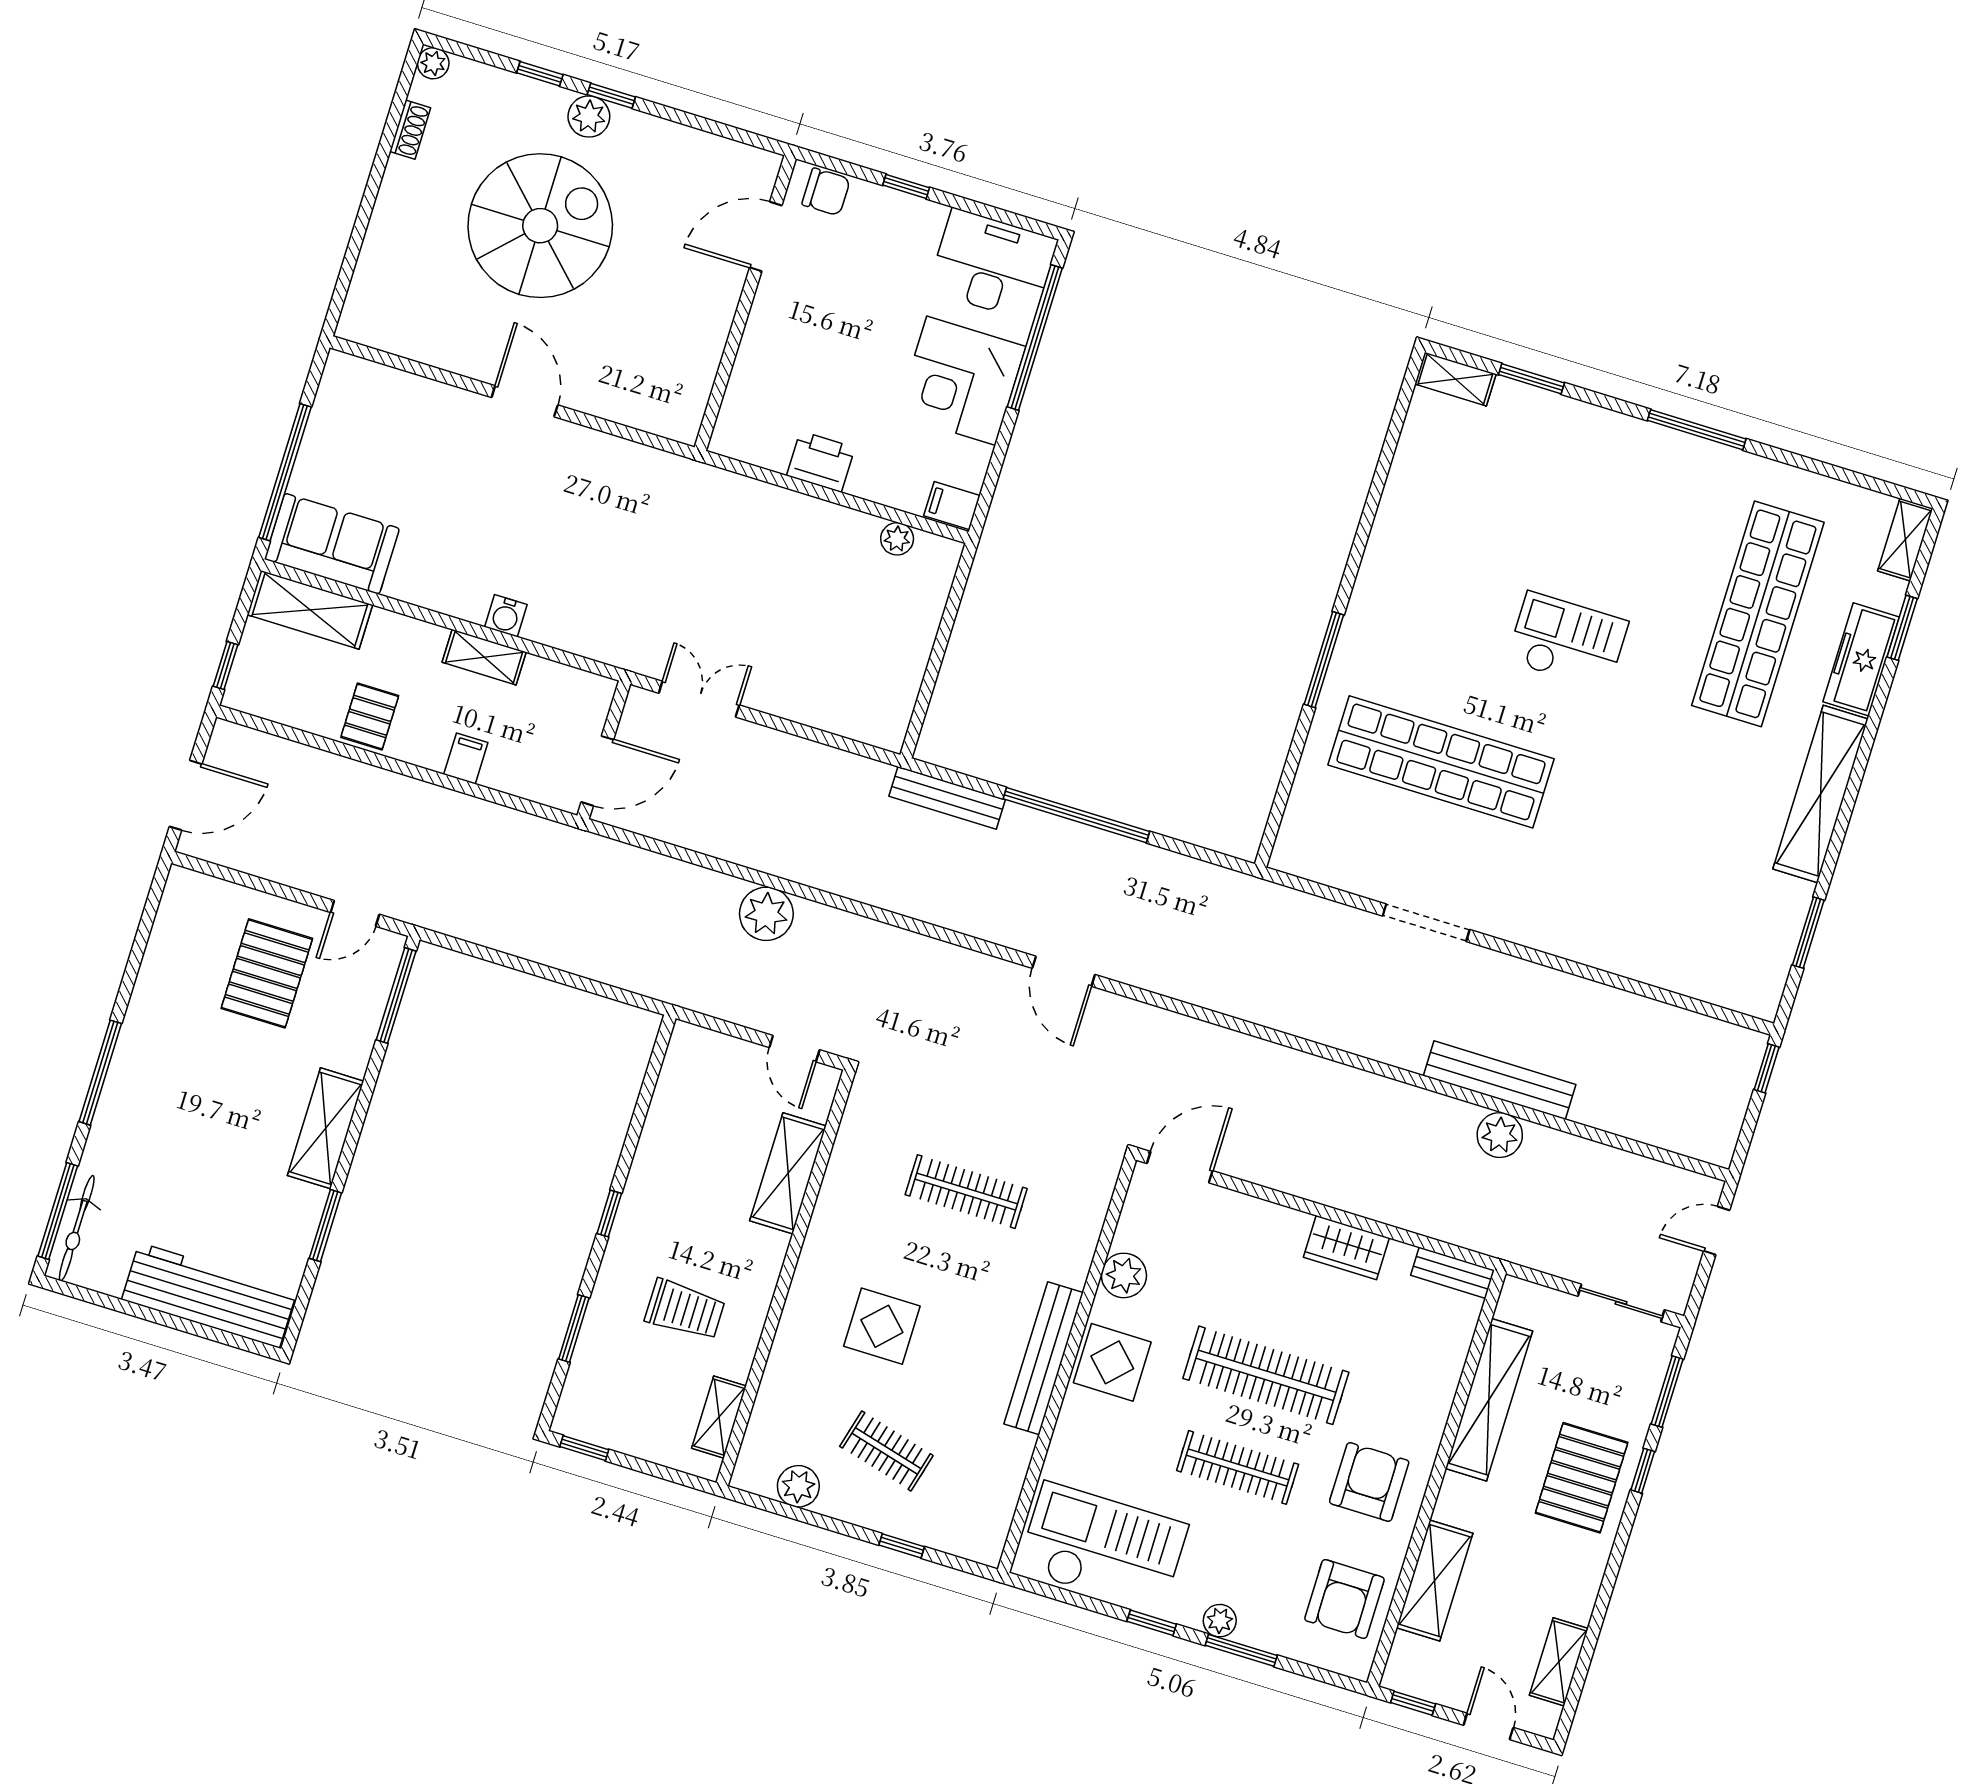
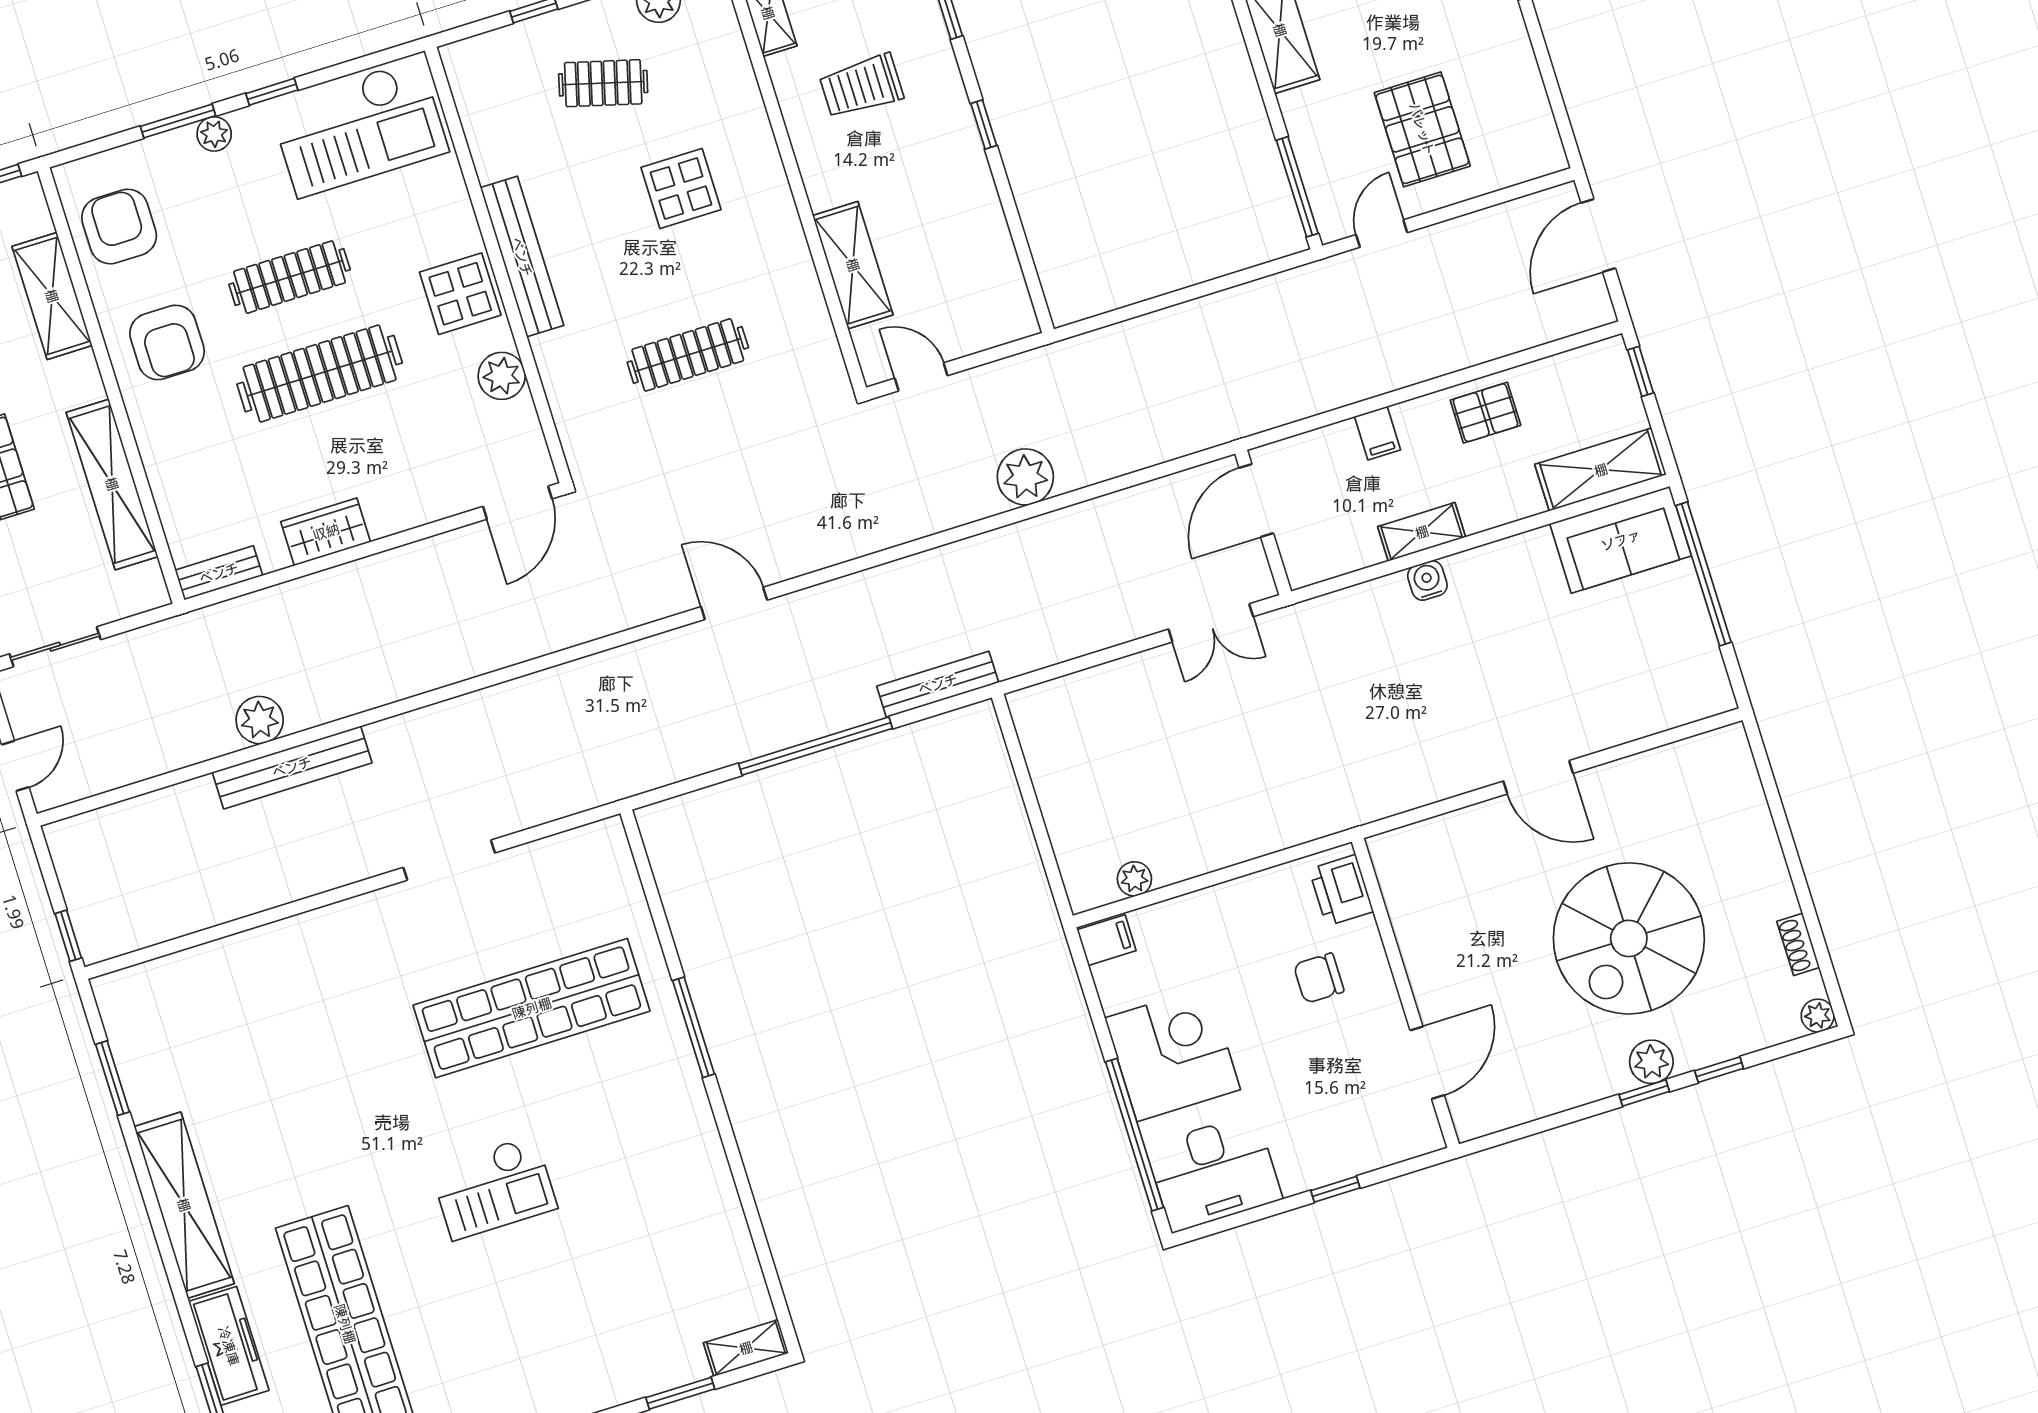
chair: (826, 192) -> (1319, 978), moved
printer: (821, 462) -> (1341, 890), moved, turned 90
pallet: (370, 716) -> (1485, 413), turned 90

